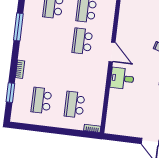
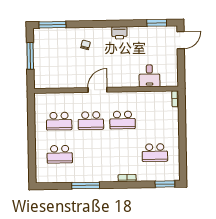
desk: (122, 78) -> (149, 76), moved
window: (10, 93) -> (165, 184), moved
school desk: (75, 105) -> (123, 120), moved

